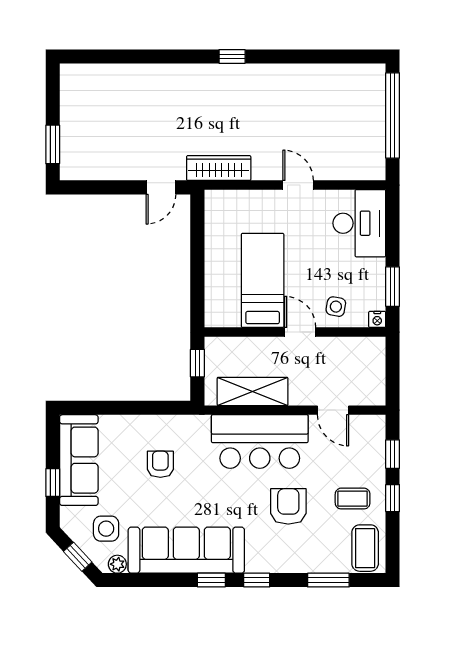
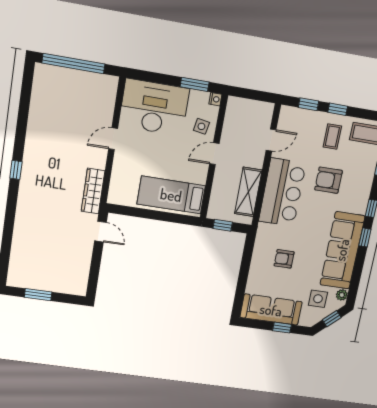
window: (53, 144) -> (38, 295), moved
desk: (359, 223) -> (154, 107), width x1.36, depth x1.30
bed: (263, 280) -> (171, 195), moved

